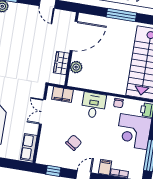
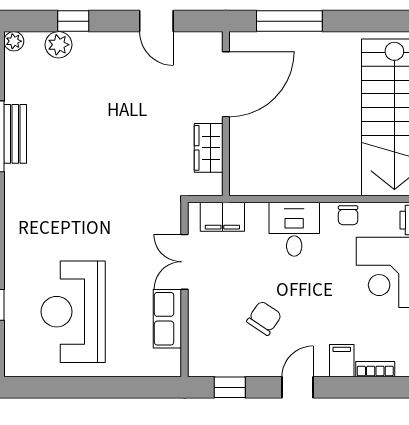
window: (121, 15) -> (289, 21), moved
plant: (76, 67) -> (242, 152), removed
row of seats: (29, 147) -> (167, 319), moved

